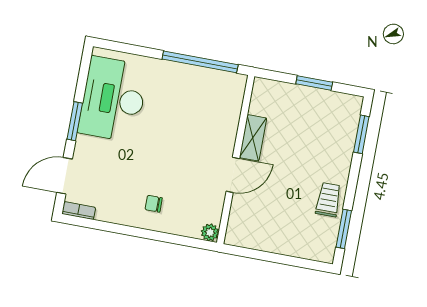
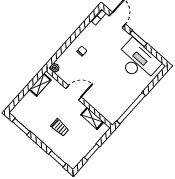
shelving: (253, 138) -> (92, 118), moved
door: (233, 175) -> (74, 93), swing flipped
trolley: (328, 200) -> (60, 128), moved
shelving: (253, 240) -> (40, 85), added

